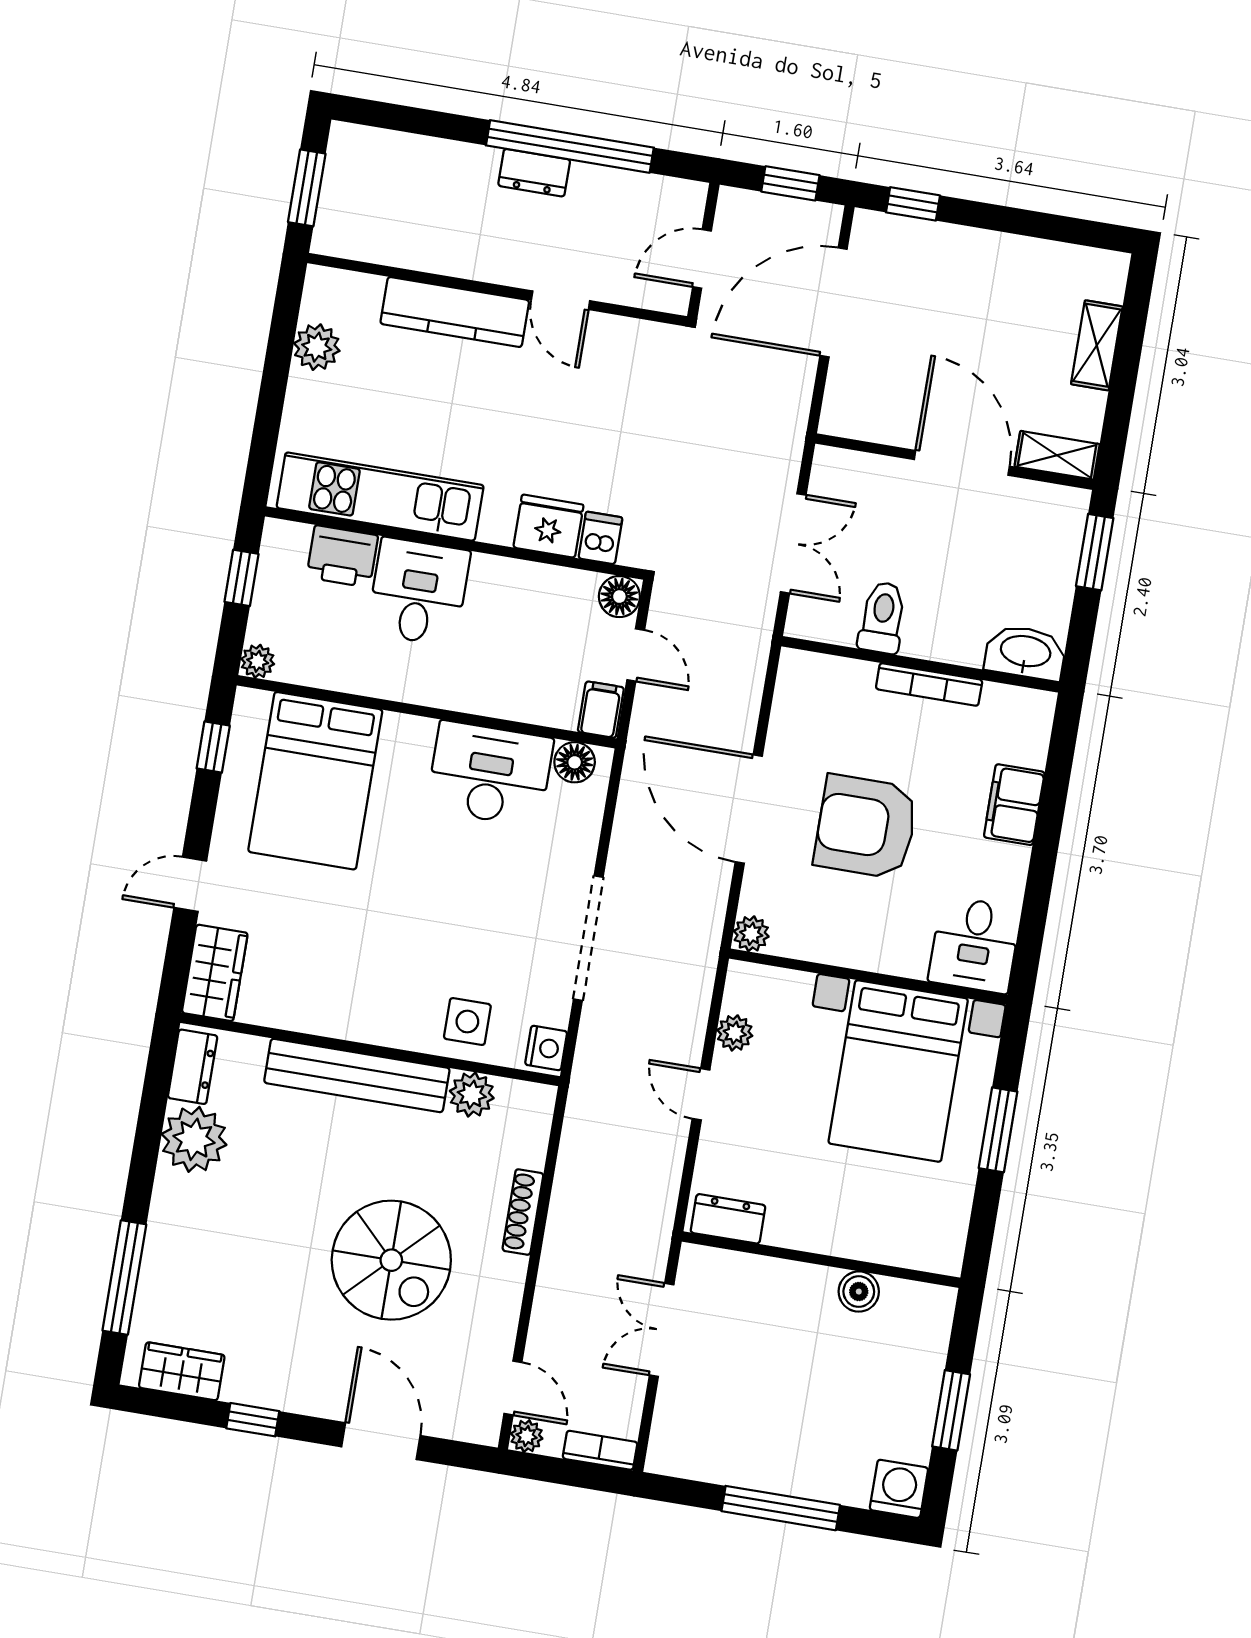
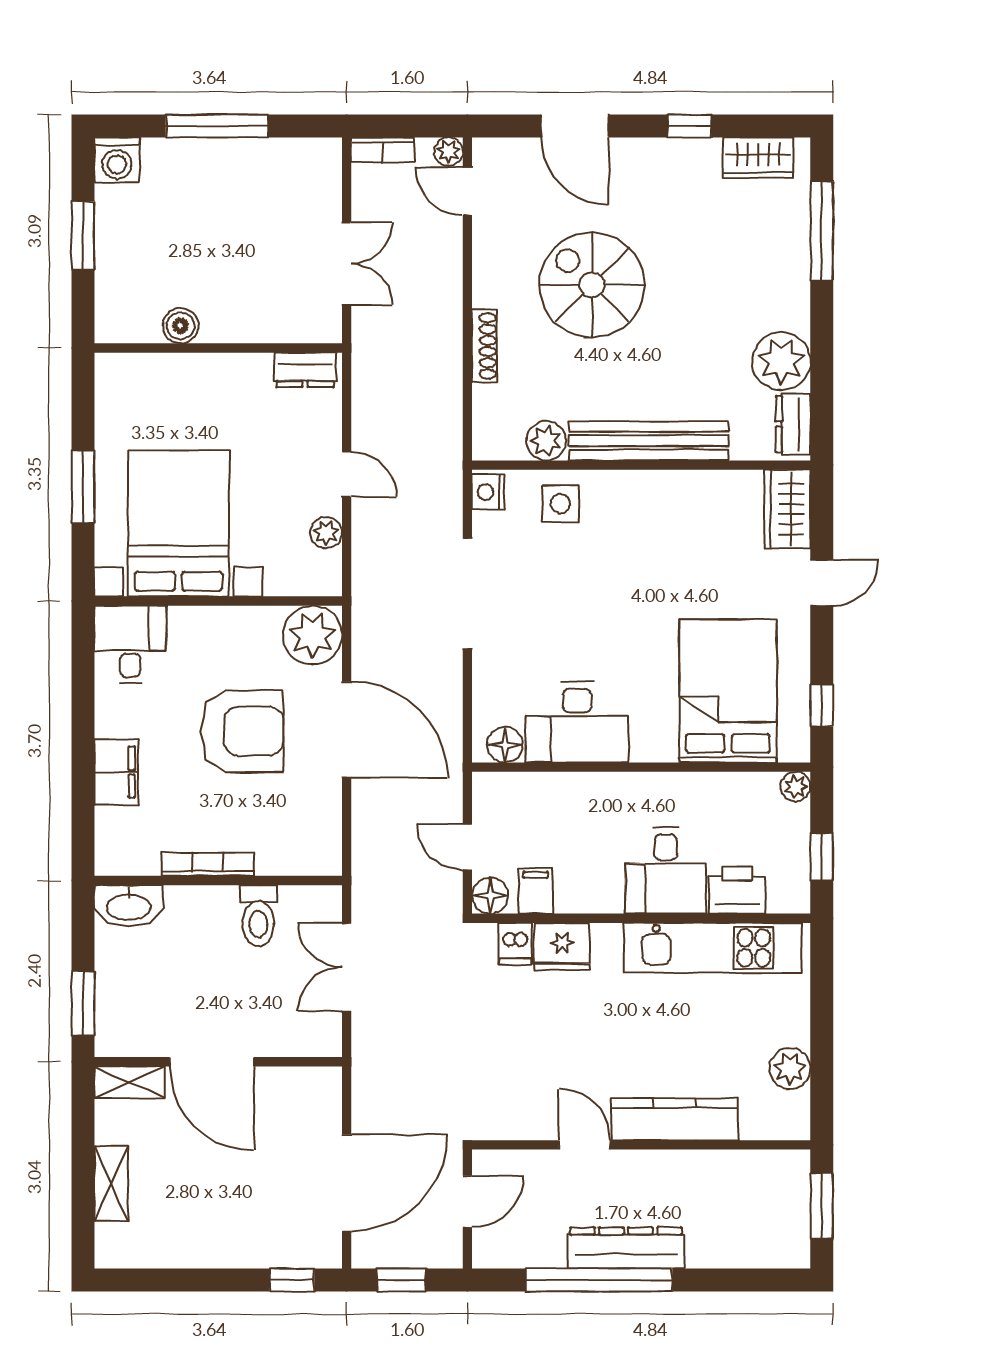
dresser: (534, 173) -> (626, 1248), width x1.96, depth x1.24
filing cabinet: (601, 710) -> (536, 891), moved, turned 180
plant: (751, 934) -> (312, 635), width x1.88, depth x1.88

